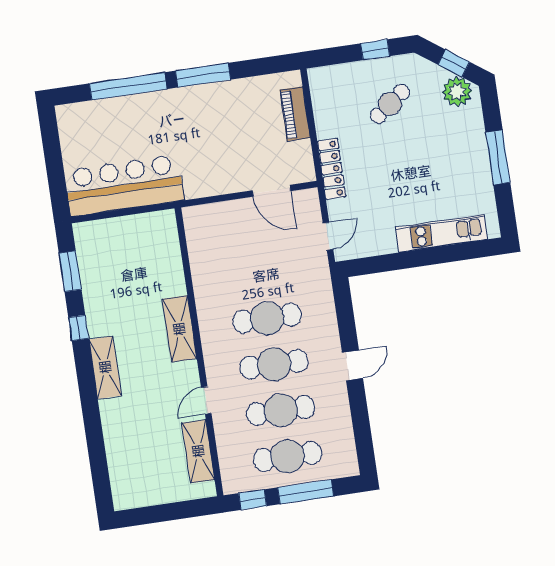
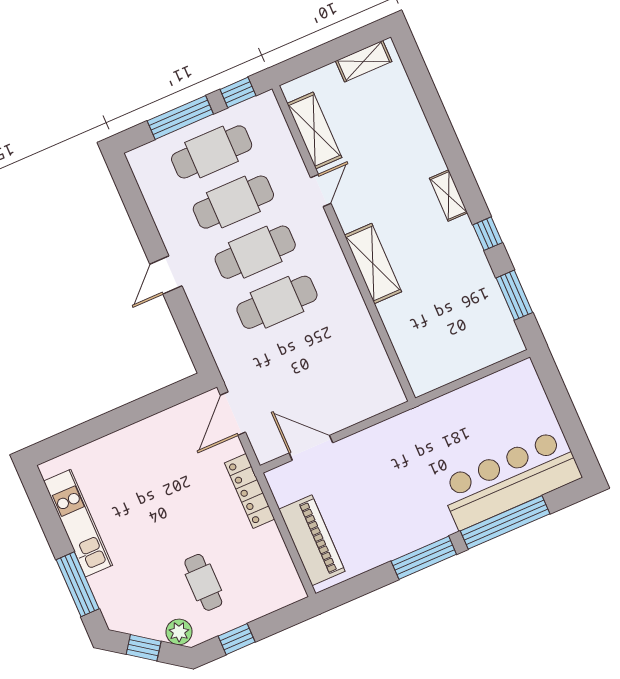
plant: (457, 92) -> (179, 632), moved, width x0.73, depth x0.73
cafe table: (390, 104) -> (203, 582), turned -53
piano: (295, 114) -> (312, 540), width x1.37, depth x1.33
window: (498, 158) -> (78, 584), moved
bar counter: (124, 186) -> (510, 479), moved, turned 180
kitchen unit: (442, 233) -> (78, 523), moved, turned -90
door: (328, 236) -> (233, 414), width x1.38
shelving: (105, 367) -> (449, 196), width x0.67, depth x0.75
shelving: (142, 497) -> (364, 61), added

